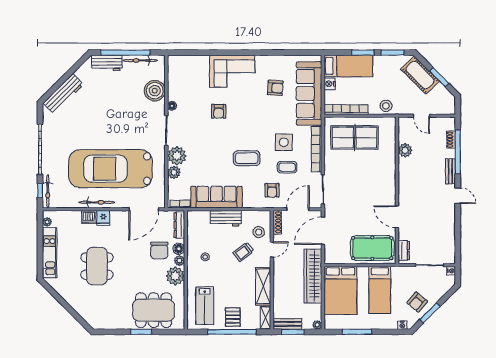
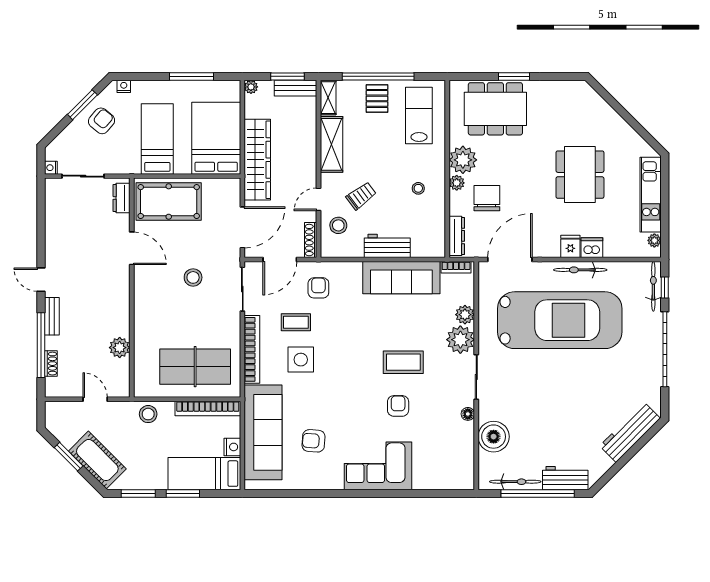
coffee table: (247, 158) -> (403, 362), moved
stool: (356, 197) -> (193, 277), added
floor lamp: (179, 249) -> (458, 200), removed

